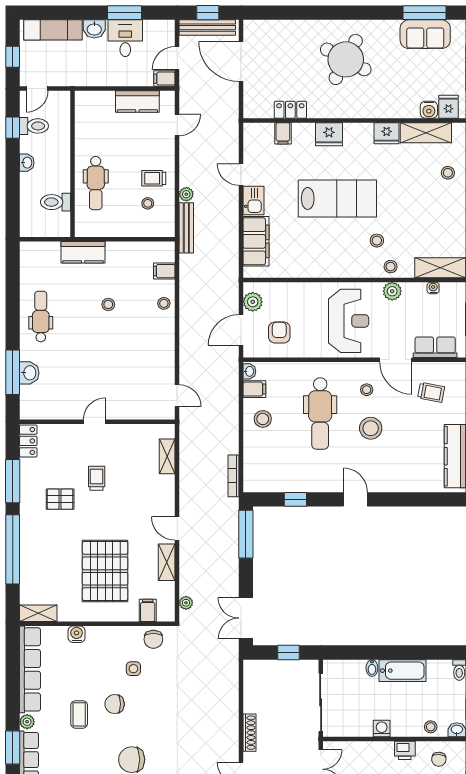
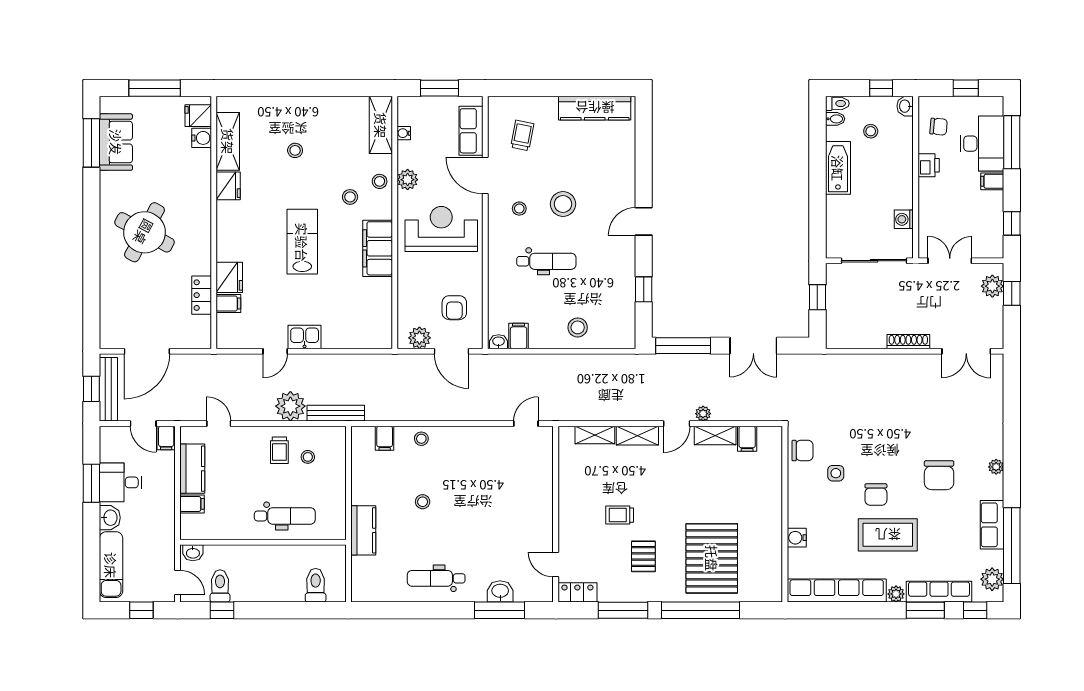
filing cabinet: (106, 101) -> (192, 504), added
fridge: (329, 134) -> (229, 277), moved
washbasin: (27, 163) -> (193, 553), moved, turned 180
stool: (448, 173) -> (295, 150), moved
plant: (186, 194) -> (290, 406), width x1.88, depth x1.88
lab bench: (337, 198) -> (302, 242), width x0.73, depth x0.72
toilet: (55, 202) -> (316, 585), moved, turned 180
filing cabinet: (256, 241) -> (378, 248), moved, turned -90
armchair: (279, 332) -> (454, 308), turned -90
door: (396, 360) -> (485, 175), swing flipped
dental chair: (320, 414) -> (546, 261), width x0.73, depth x0.72
stool: (263, 419) -> (578, 327), moved
door: (94, 422) -> (556, 565), moved
bookcase: (233, 476) -> (617, 360), removed
pallet: (105, 571) -> (712, 558), moved, turned 90
plant: (186, 603) -> (703, 414), moved
filing cabinet: (148, 610) -> (747, 439), moved, turned -90
shelving: (38, 613) -> (637, 436), moved, turned 90
double door: (246, 618) -> (753, 346), moved
bidet: (372, 668) -> (835, 119), moved
coffee table: (79, 714) -> (888, 535), width x1.86, depth x1.72
stool: (431, 727) -> (871, 131), moved
washing machine: (382, 729) -> (904, 219), moved

